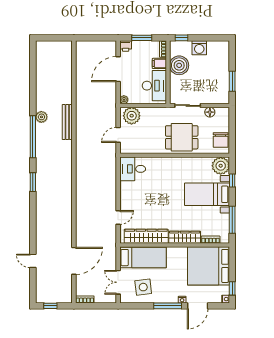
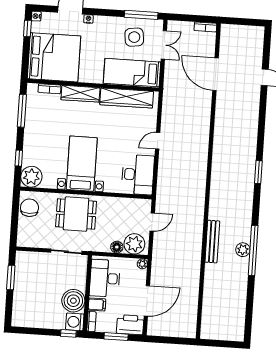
printer: (126, 46) -> (130, 325), width x1.87, depth x1.48
washing machine: (199, 48) -> (75, 322), moved, turned -90
floor lamp: (210, 112) -> (117, 247), moved
window: (33, 137) -> (253, 250), moved
desk: (133, 169) -> (138, 175), width x1.37
bed with nightstands: (207, 194) -> (82, 164), moved, turned -90
door: (118, 217) -> (158, 141), moved
door: (74, 261) -> (215, 74), hinge flipped
window: (50, 306) -> (247, 22), removed
window: (168, 306) -> (141, 15), moved

